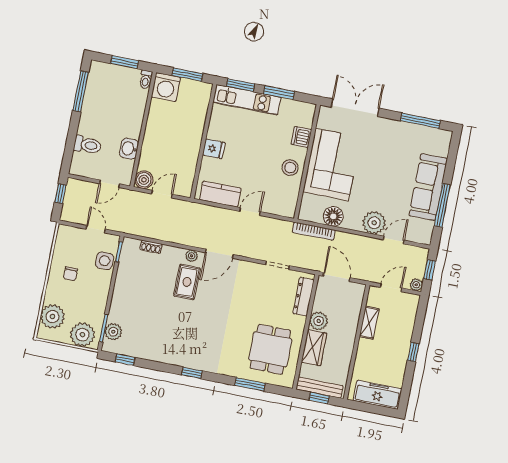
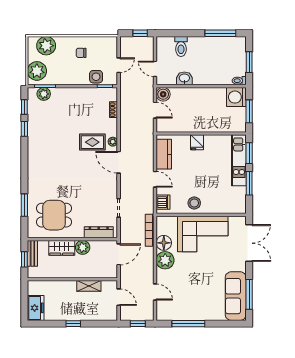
dishwasher: (301, 137) -> (163, 202), moved, turned 90
sofa: (428, 187) -> (236, 296), moved, turned -90
plant: (374, 223) -> (165, 260), moved
plant: (416, 285) -> (125, 316), removed
window: (192, 373) -> (24, 129), moved
bench: (320, 388) -> (32, 253), width x0.73
freezer: (377, 395) -> (36, 308), width x0.71

